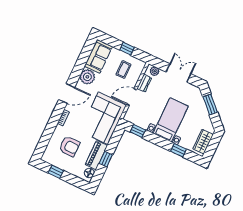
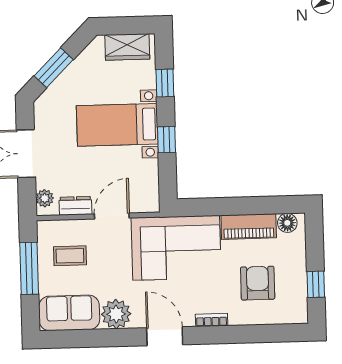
window: (127, 49) -> (29, 268), width x2.17
door: (132, 97) -> (112, 216), swing flipped
window: (138, 131) -> (166, 140), moved
window: (106, 159) -> (247, 206), removed

